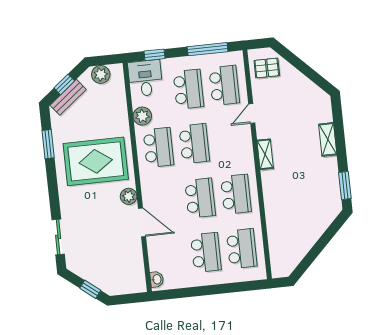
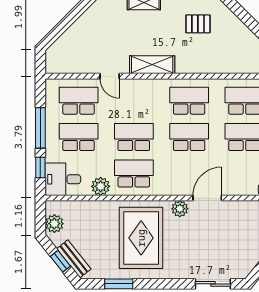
window: (208, 49) -> (40, 128), moved
pallet: (267, 68) -> (198, 24), moved, turned 90
shelving: (265, 154) -> (152, 65), width x1.50, depth x1.33

